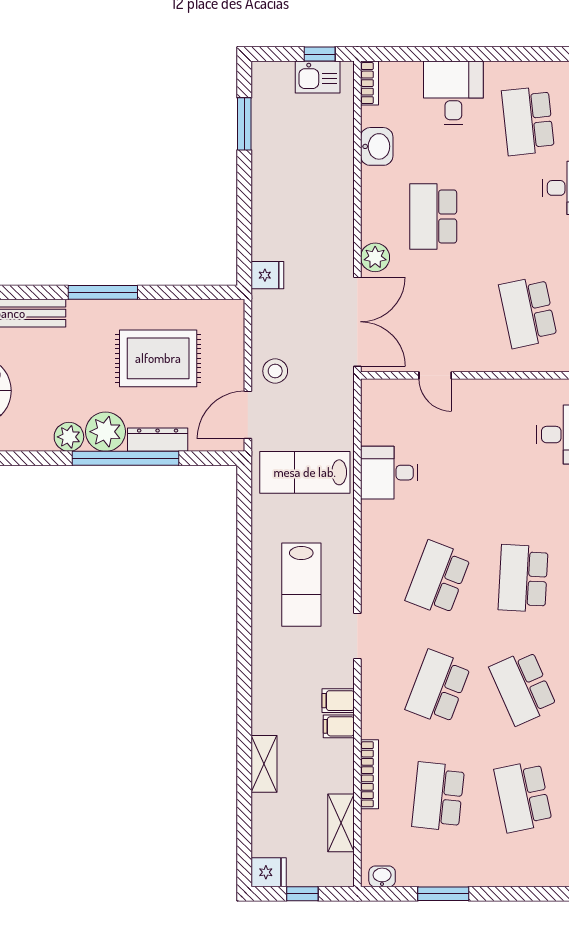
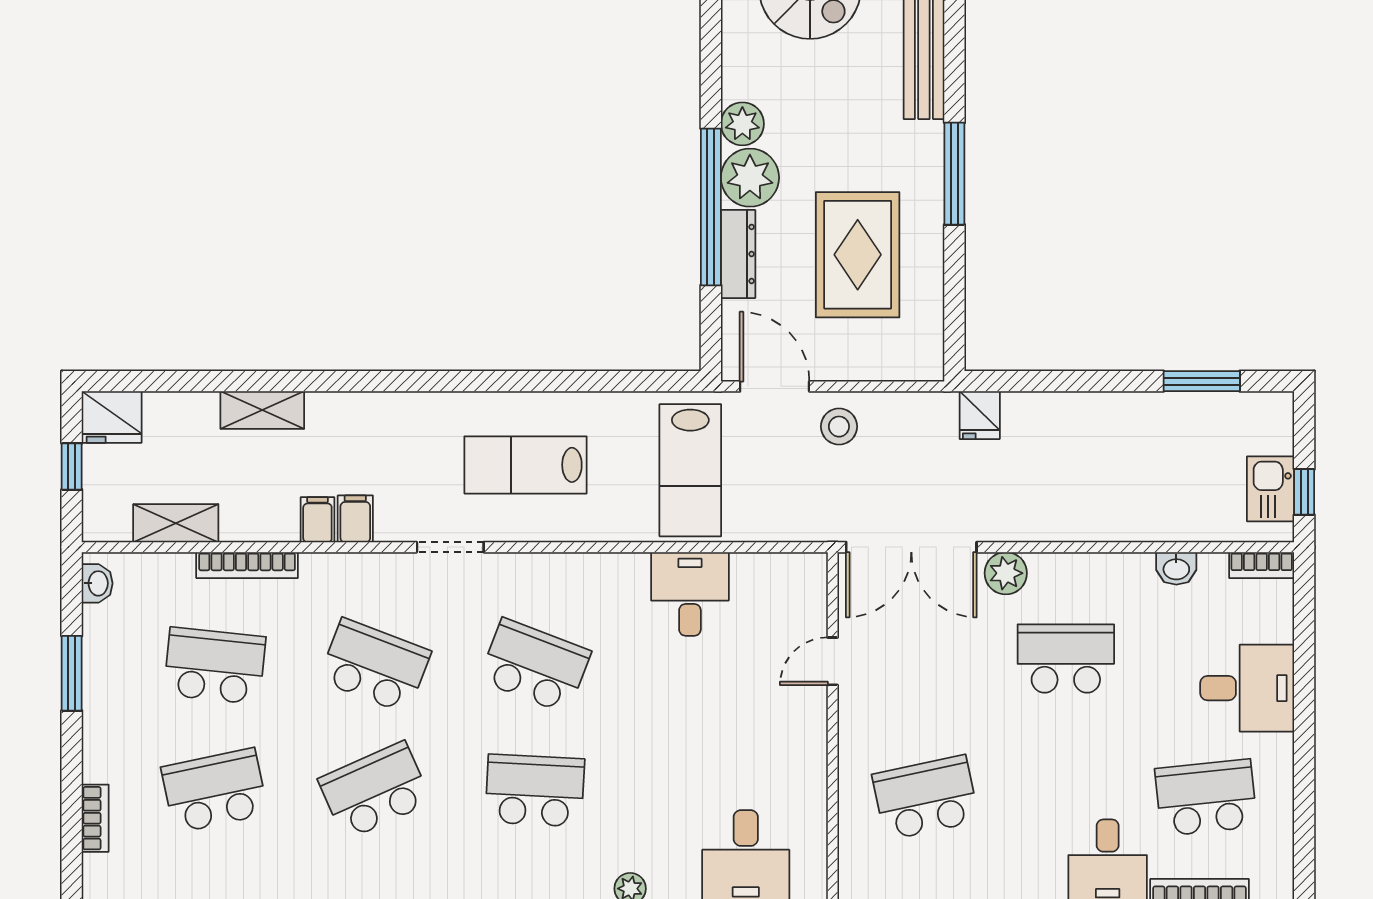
washbasin: (377, 146) -> (1176, 568), width x0.72, depth x0.69
lab bench: (305, 472) -> (690, 470), turned 180
fridge: (269, 872) -> (112, 417), width x1.38
bookcase: (542, 878) -> (95, 818), added

